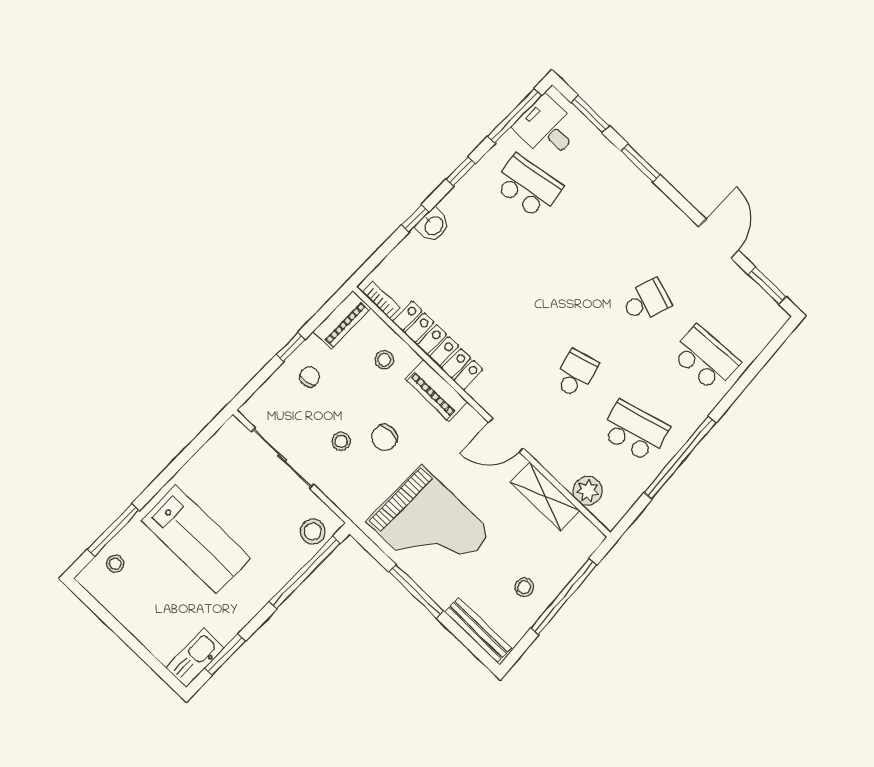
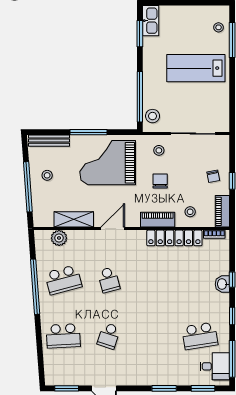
stool: (341, 441) -> (159, 150), moved

